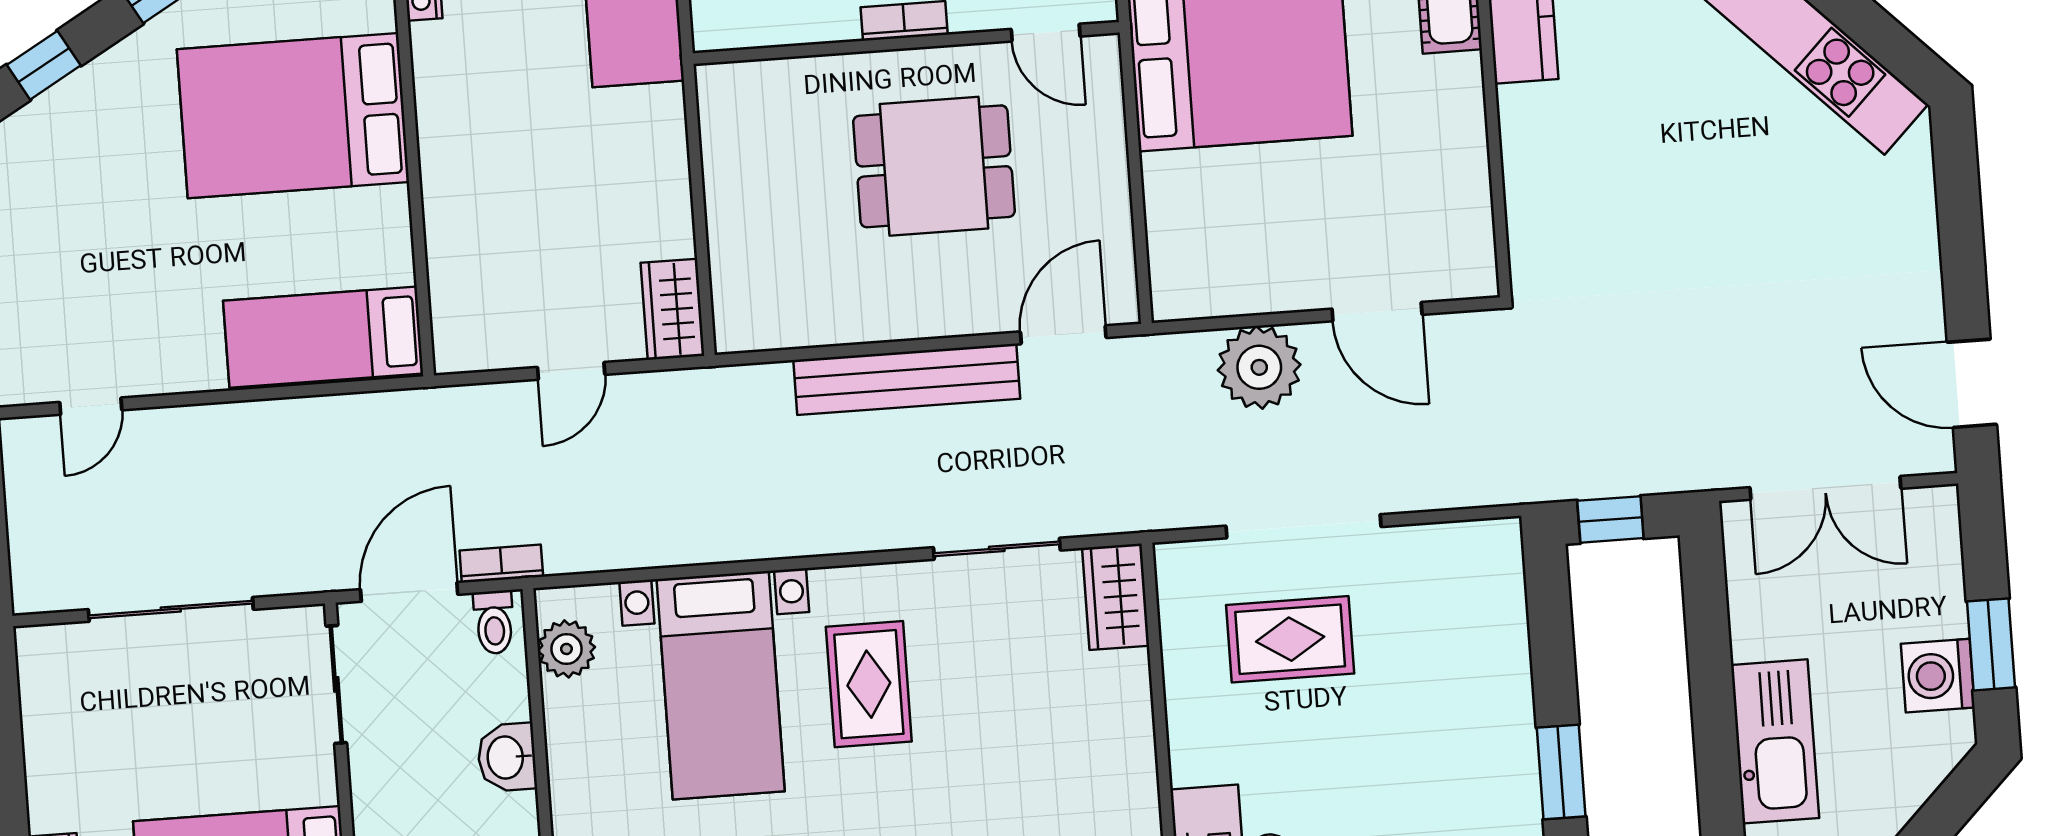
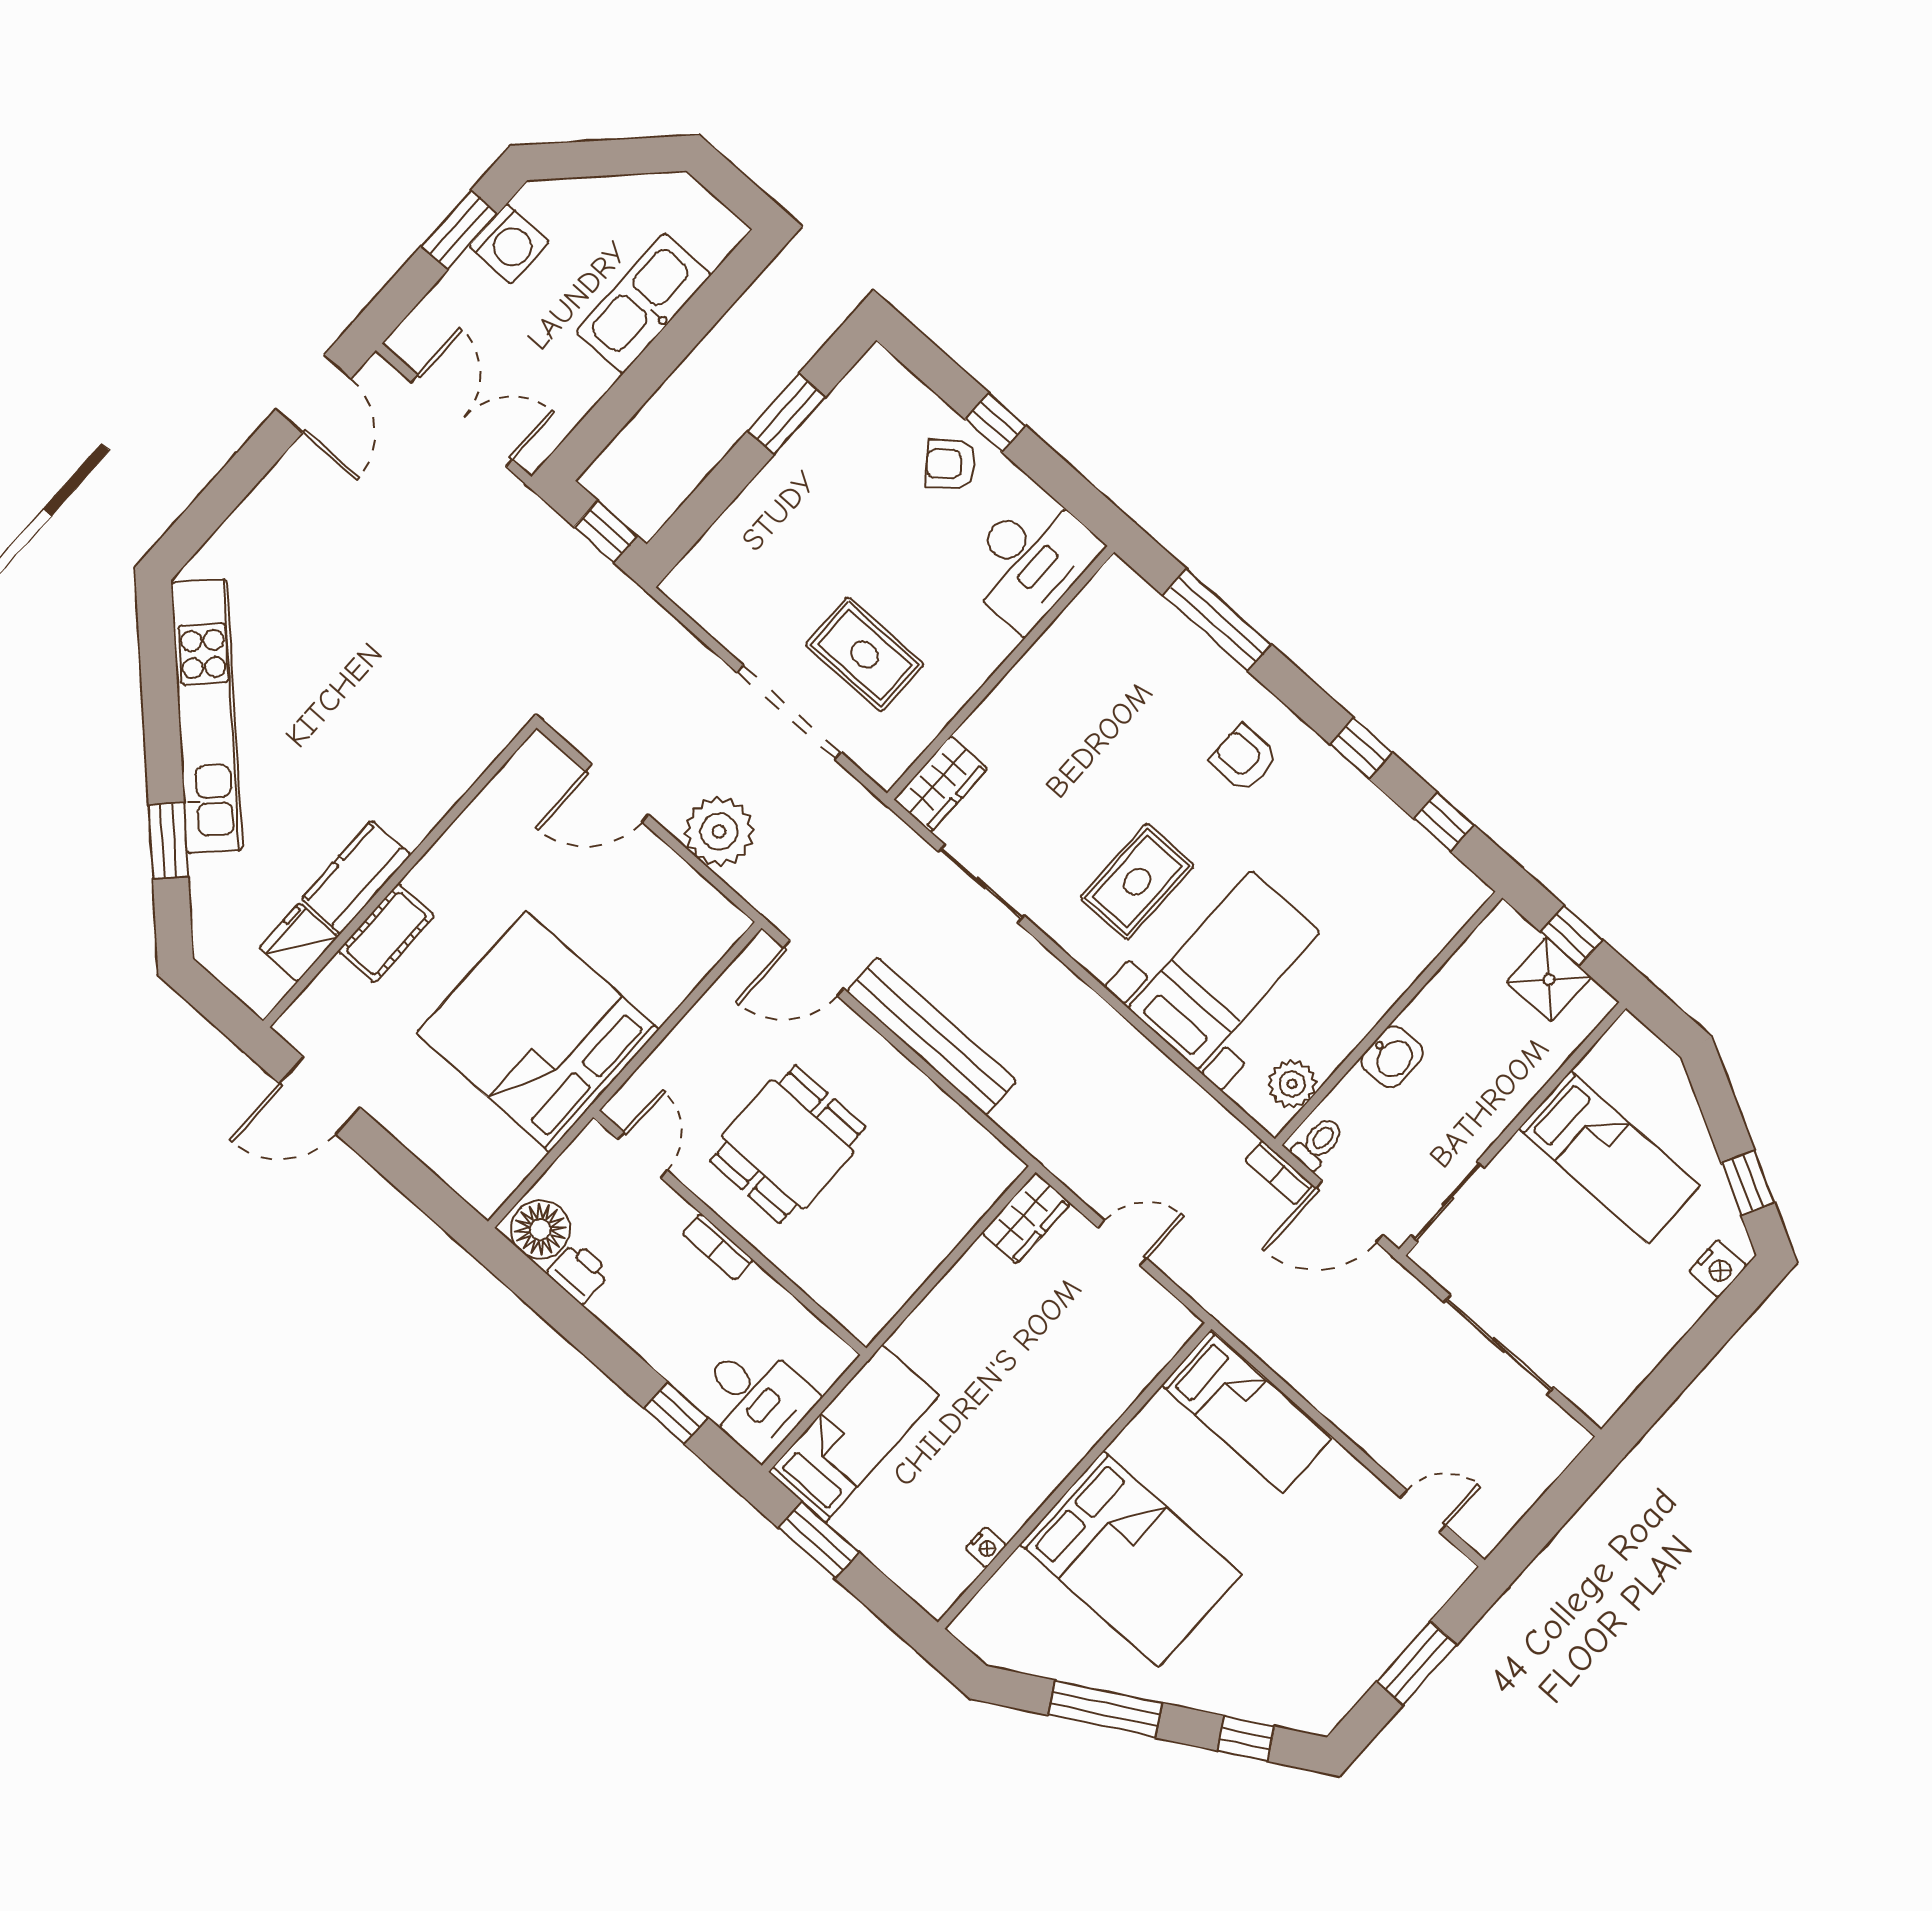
dining table: (934, 166) -> (788, 1144), turned 90
door: (1377, 312) -> (617, 793), swing flipped

